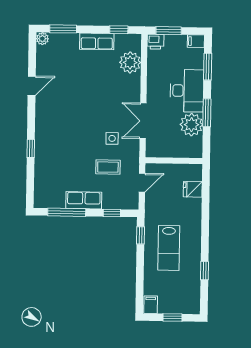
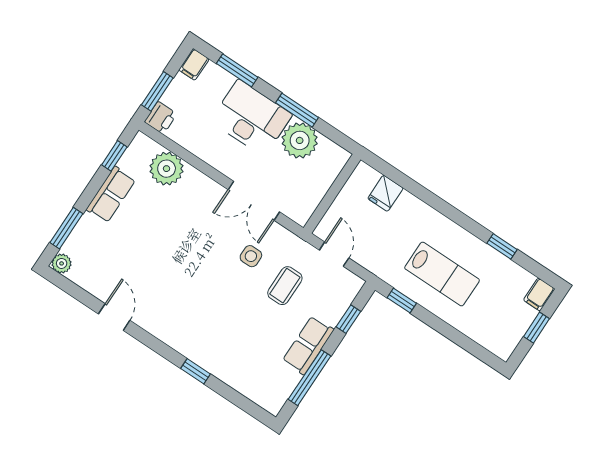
filing cabinet: (151, 305) -> (539, 294), moved, turned -90

